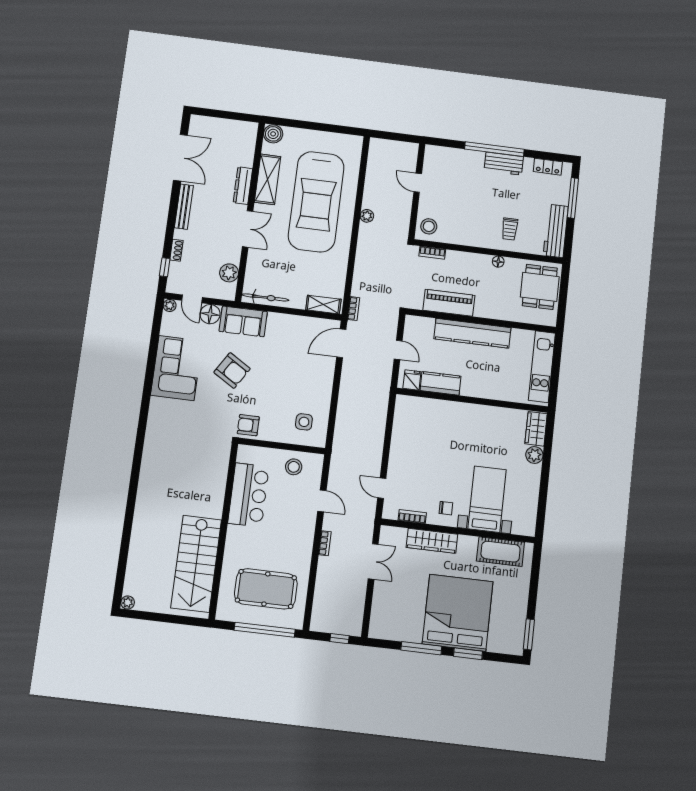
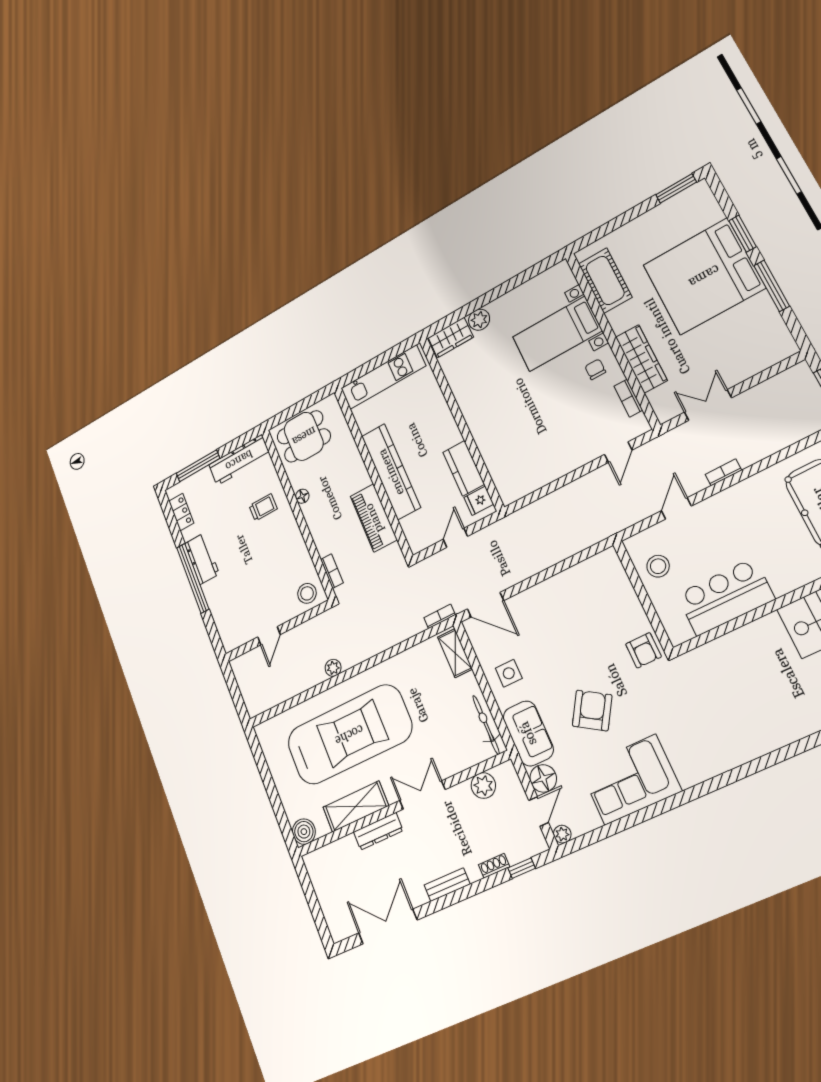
bench: (184, 207) -> (447, 885), width x0.73
side table: (304, 422) -> (509, 673), moved

